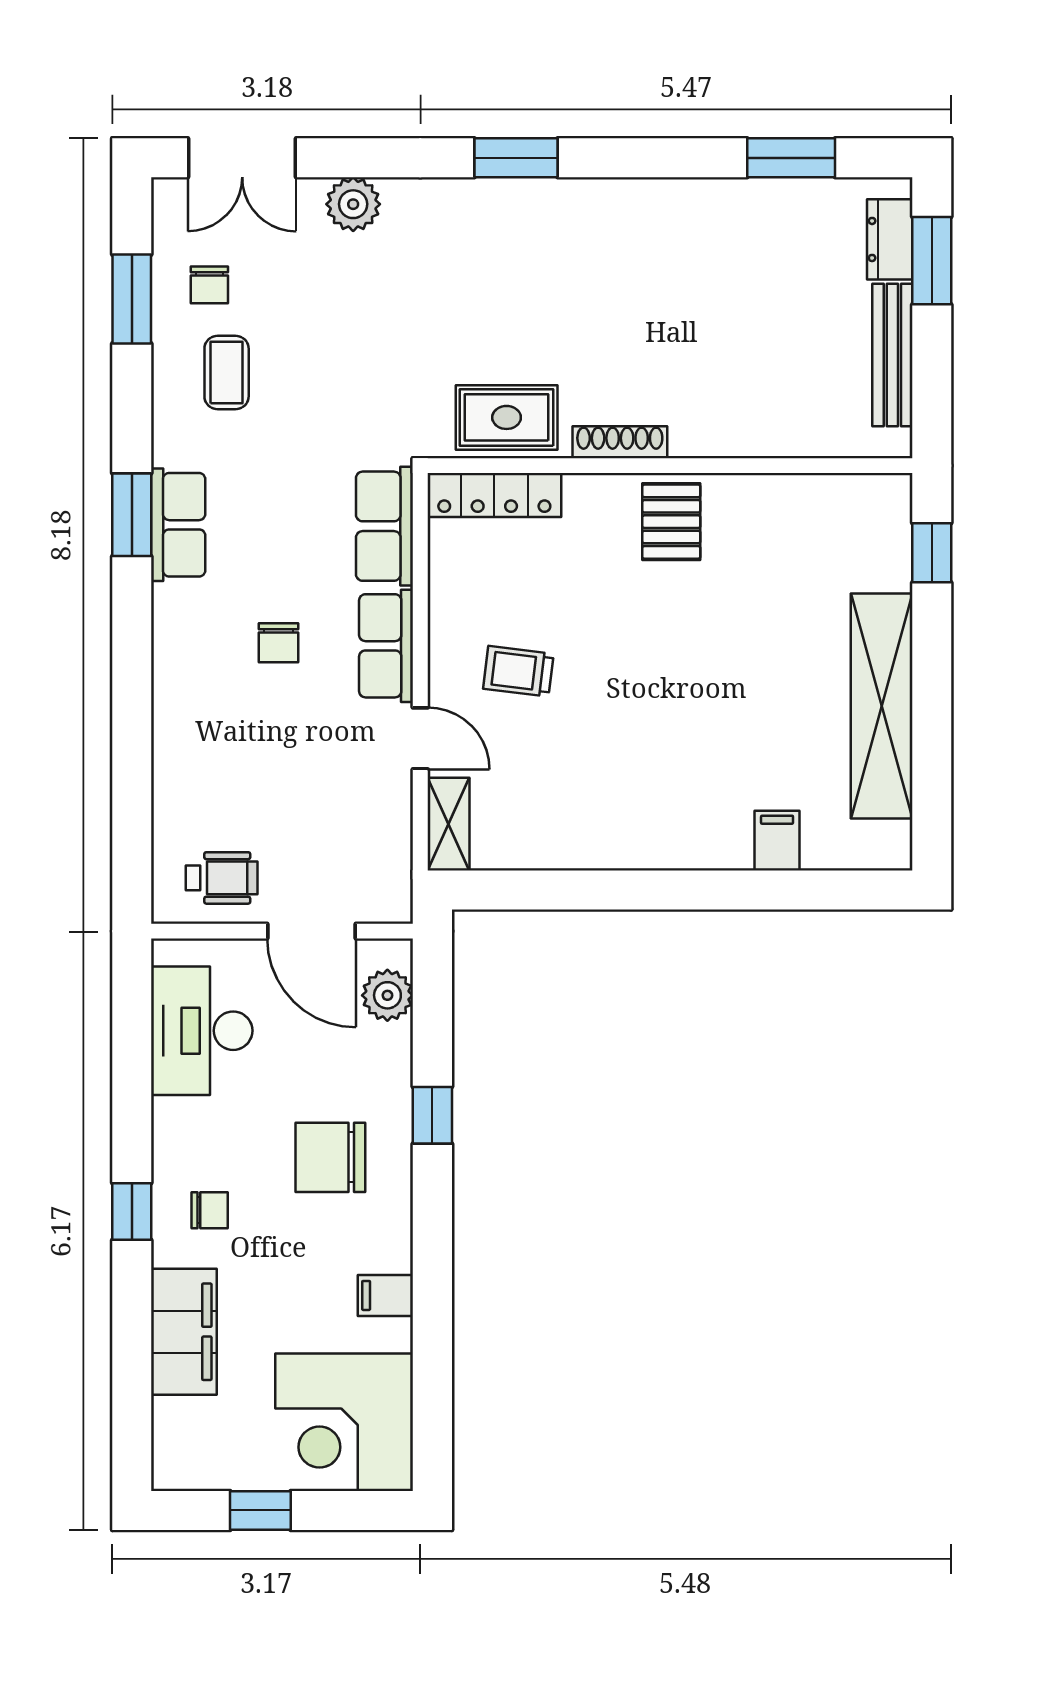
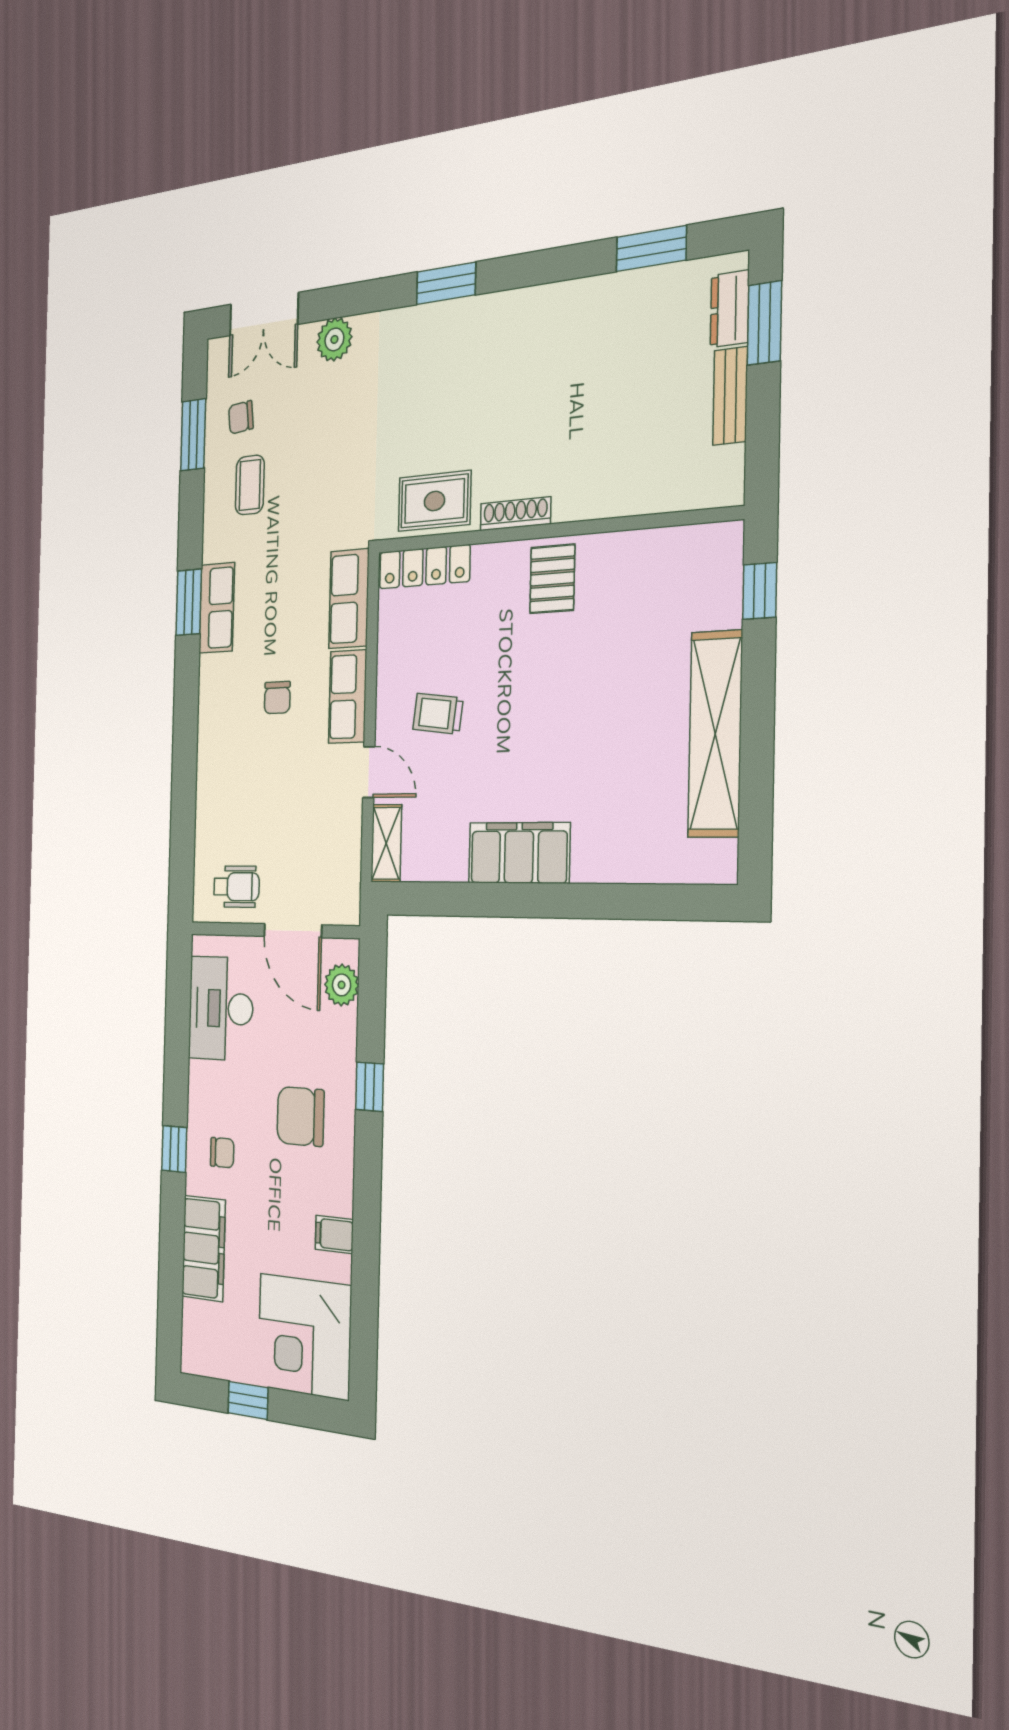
chair: (209, 285) -> (241, 417), turned 84
bench: (892, 355) -> (730, 396), width x0.73
filing cabinet: (777, 841) -> (519, 853), moved, width x3.00, depth x1.17

